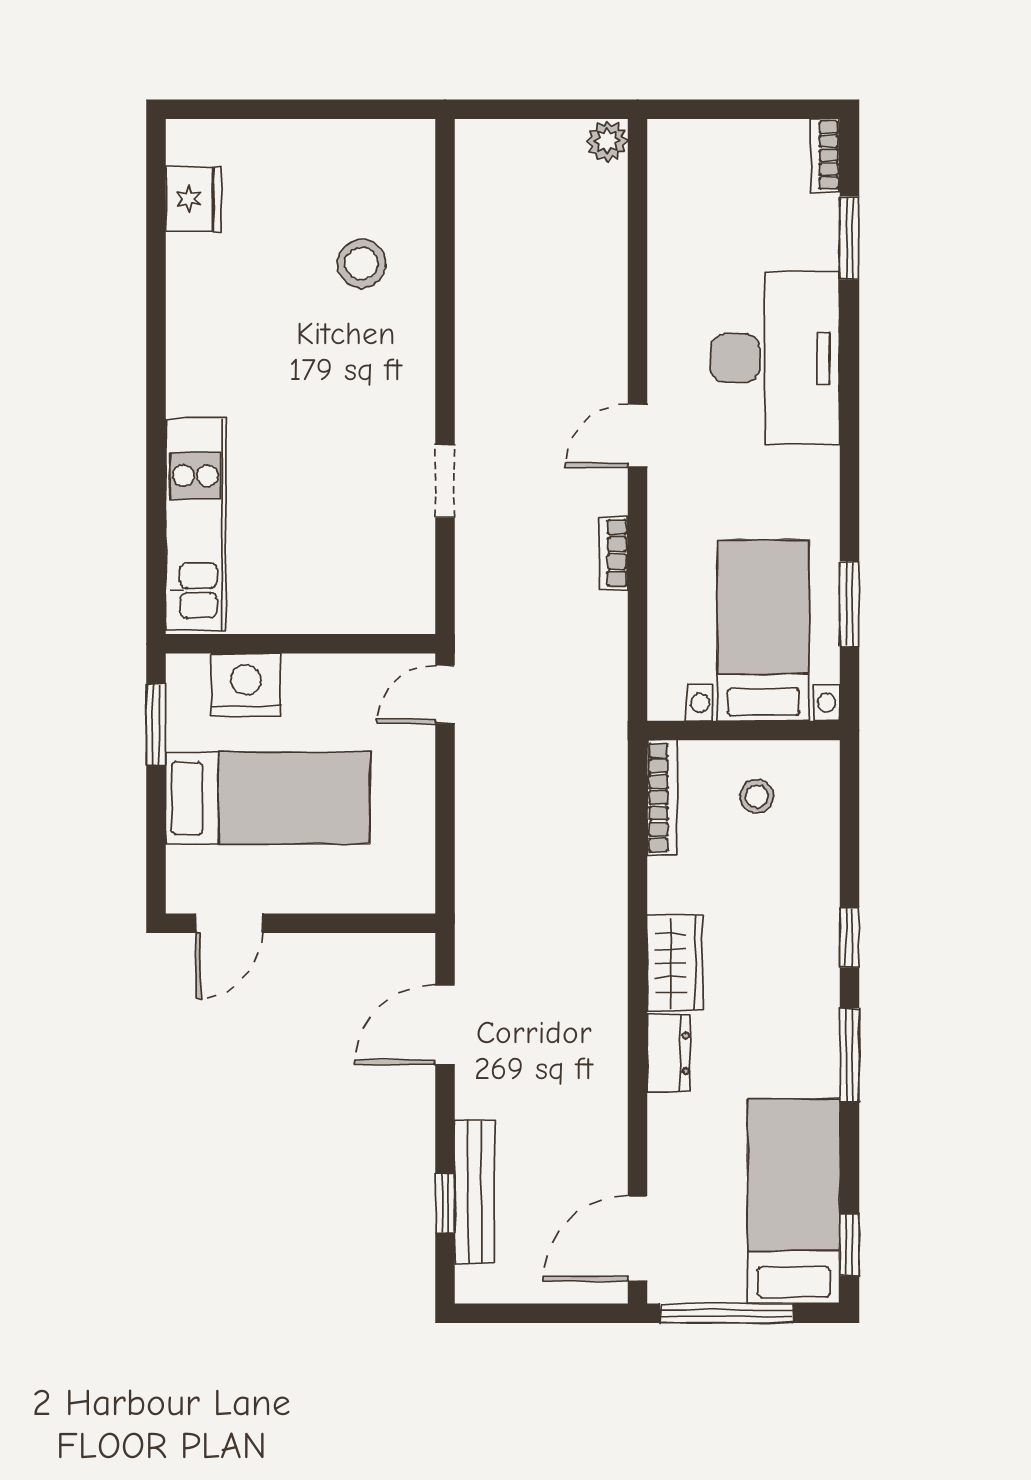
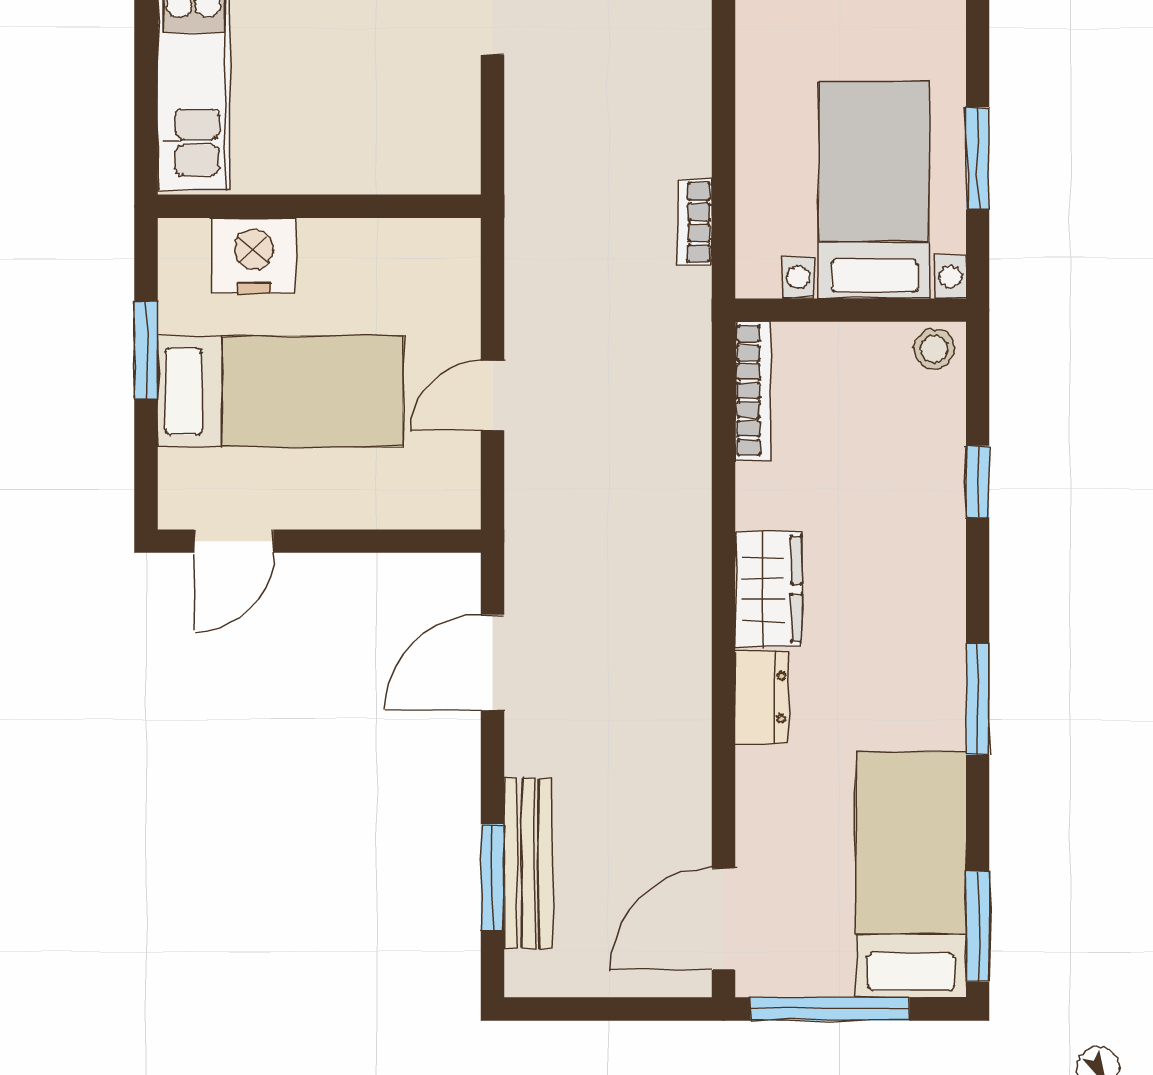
bookcase: (613, 553) -> (695, 222), moved
door: (445, 694) -> (493, 396), moved
window: (156, 725) -> (146, 350), moved
stool: (757, 796) -> (934, 349), moved
window: (849, 937) -> (978, 482), moved
window: (445, 1203) -> (493, 877), width x1.50
window: (849, 1244) -> (978, 927), width x1.50

